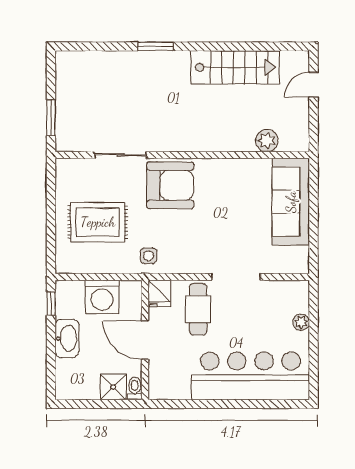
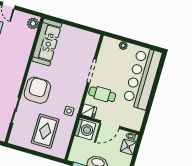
plant: (267, 141) -> (33, 23), moved
sofa: (291, 202) -> (47, 42), moved, turned -90
washing machine: (102, 297) -> (85, 130), moved

